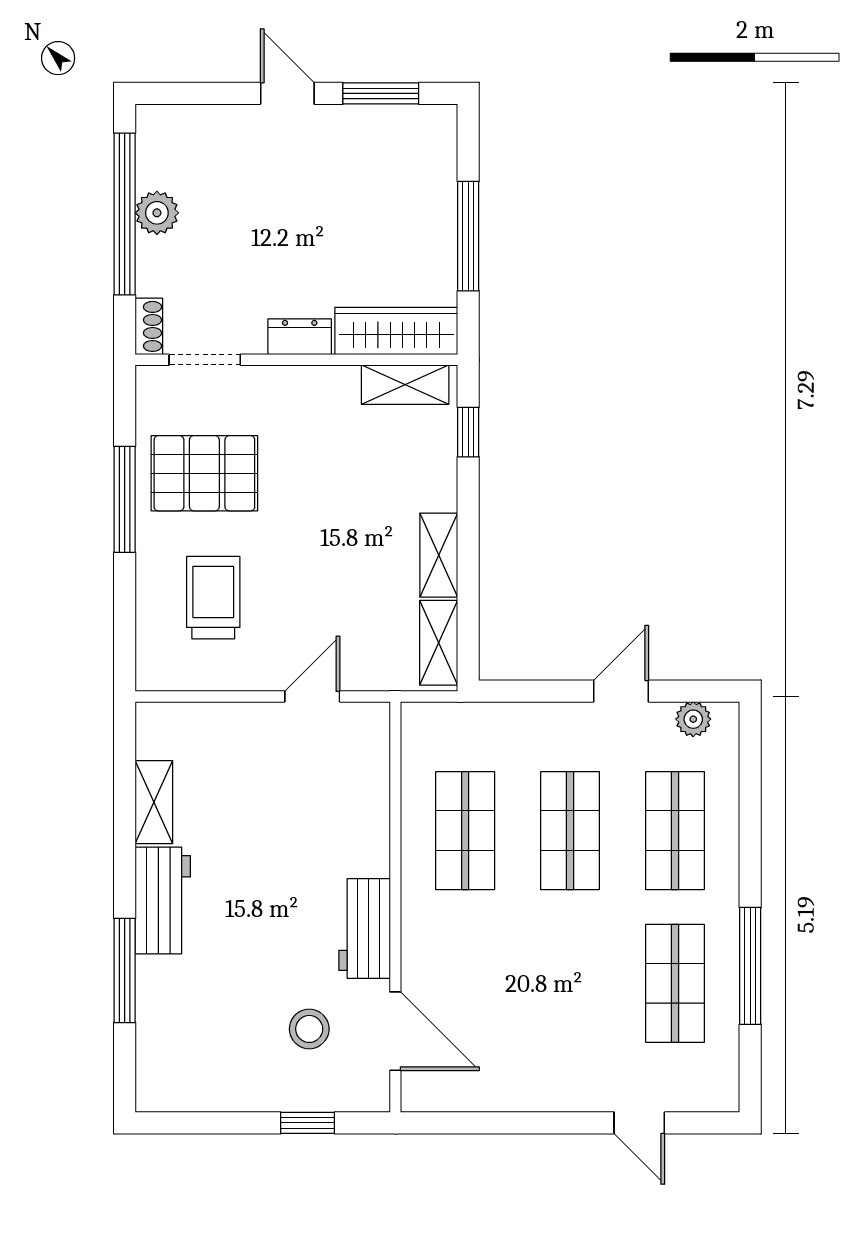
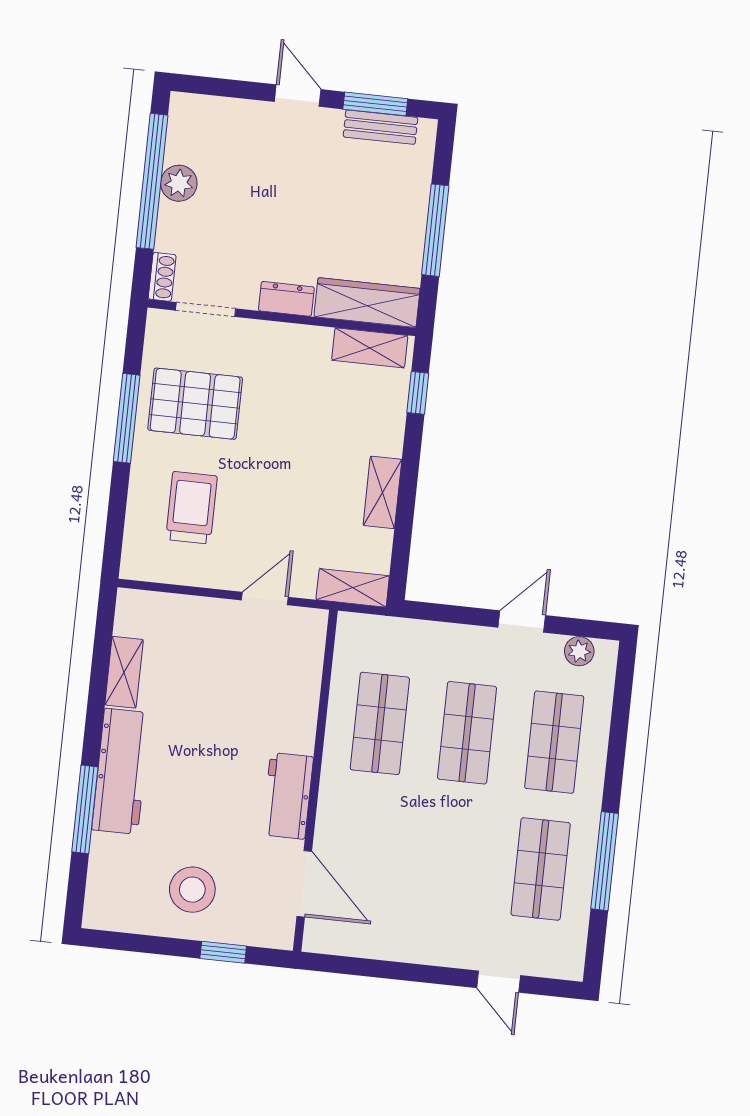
bench: (390, 120) -> (380, 127), added
shelving: (439, 643) -> (353, 588), moved, turned 90
workbench: (163, 900) -> (121, 771), width x1.38
stool: (309, 1029) -> (192, 890), moved, width x1.38, depth x1.38

